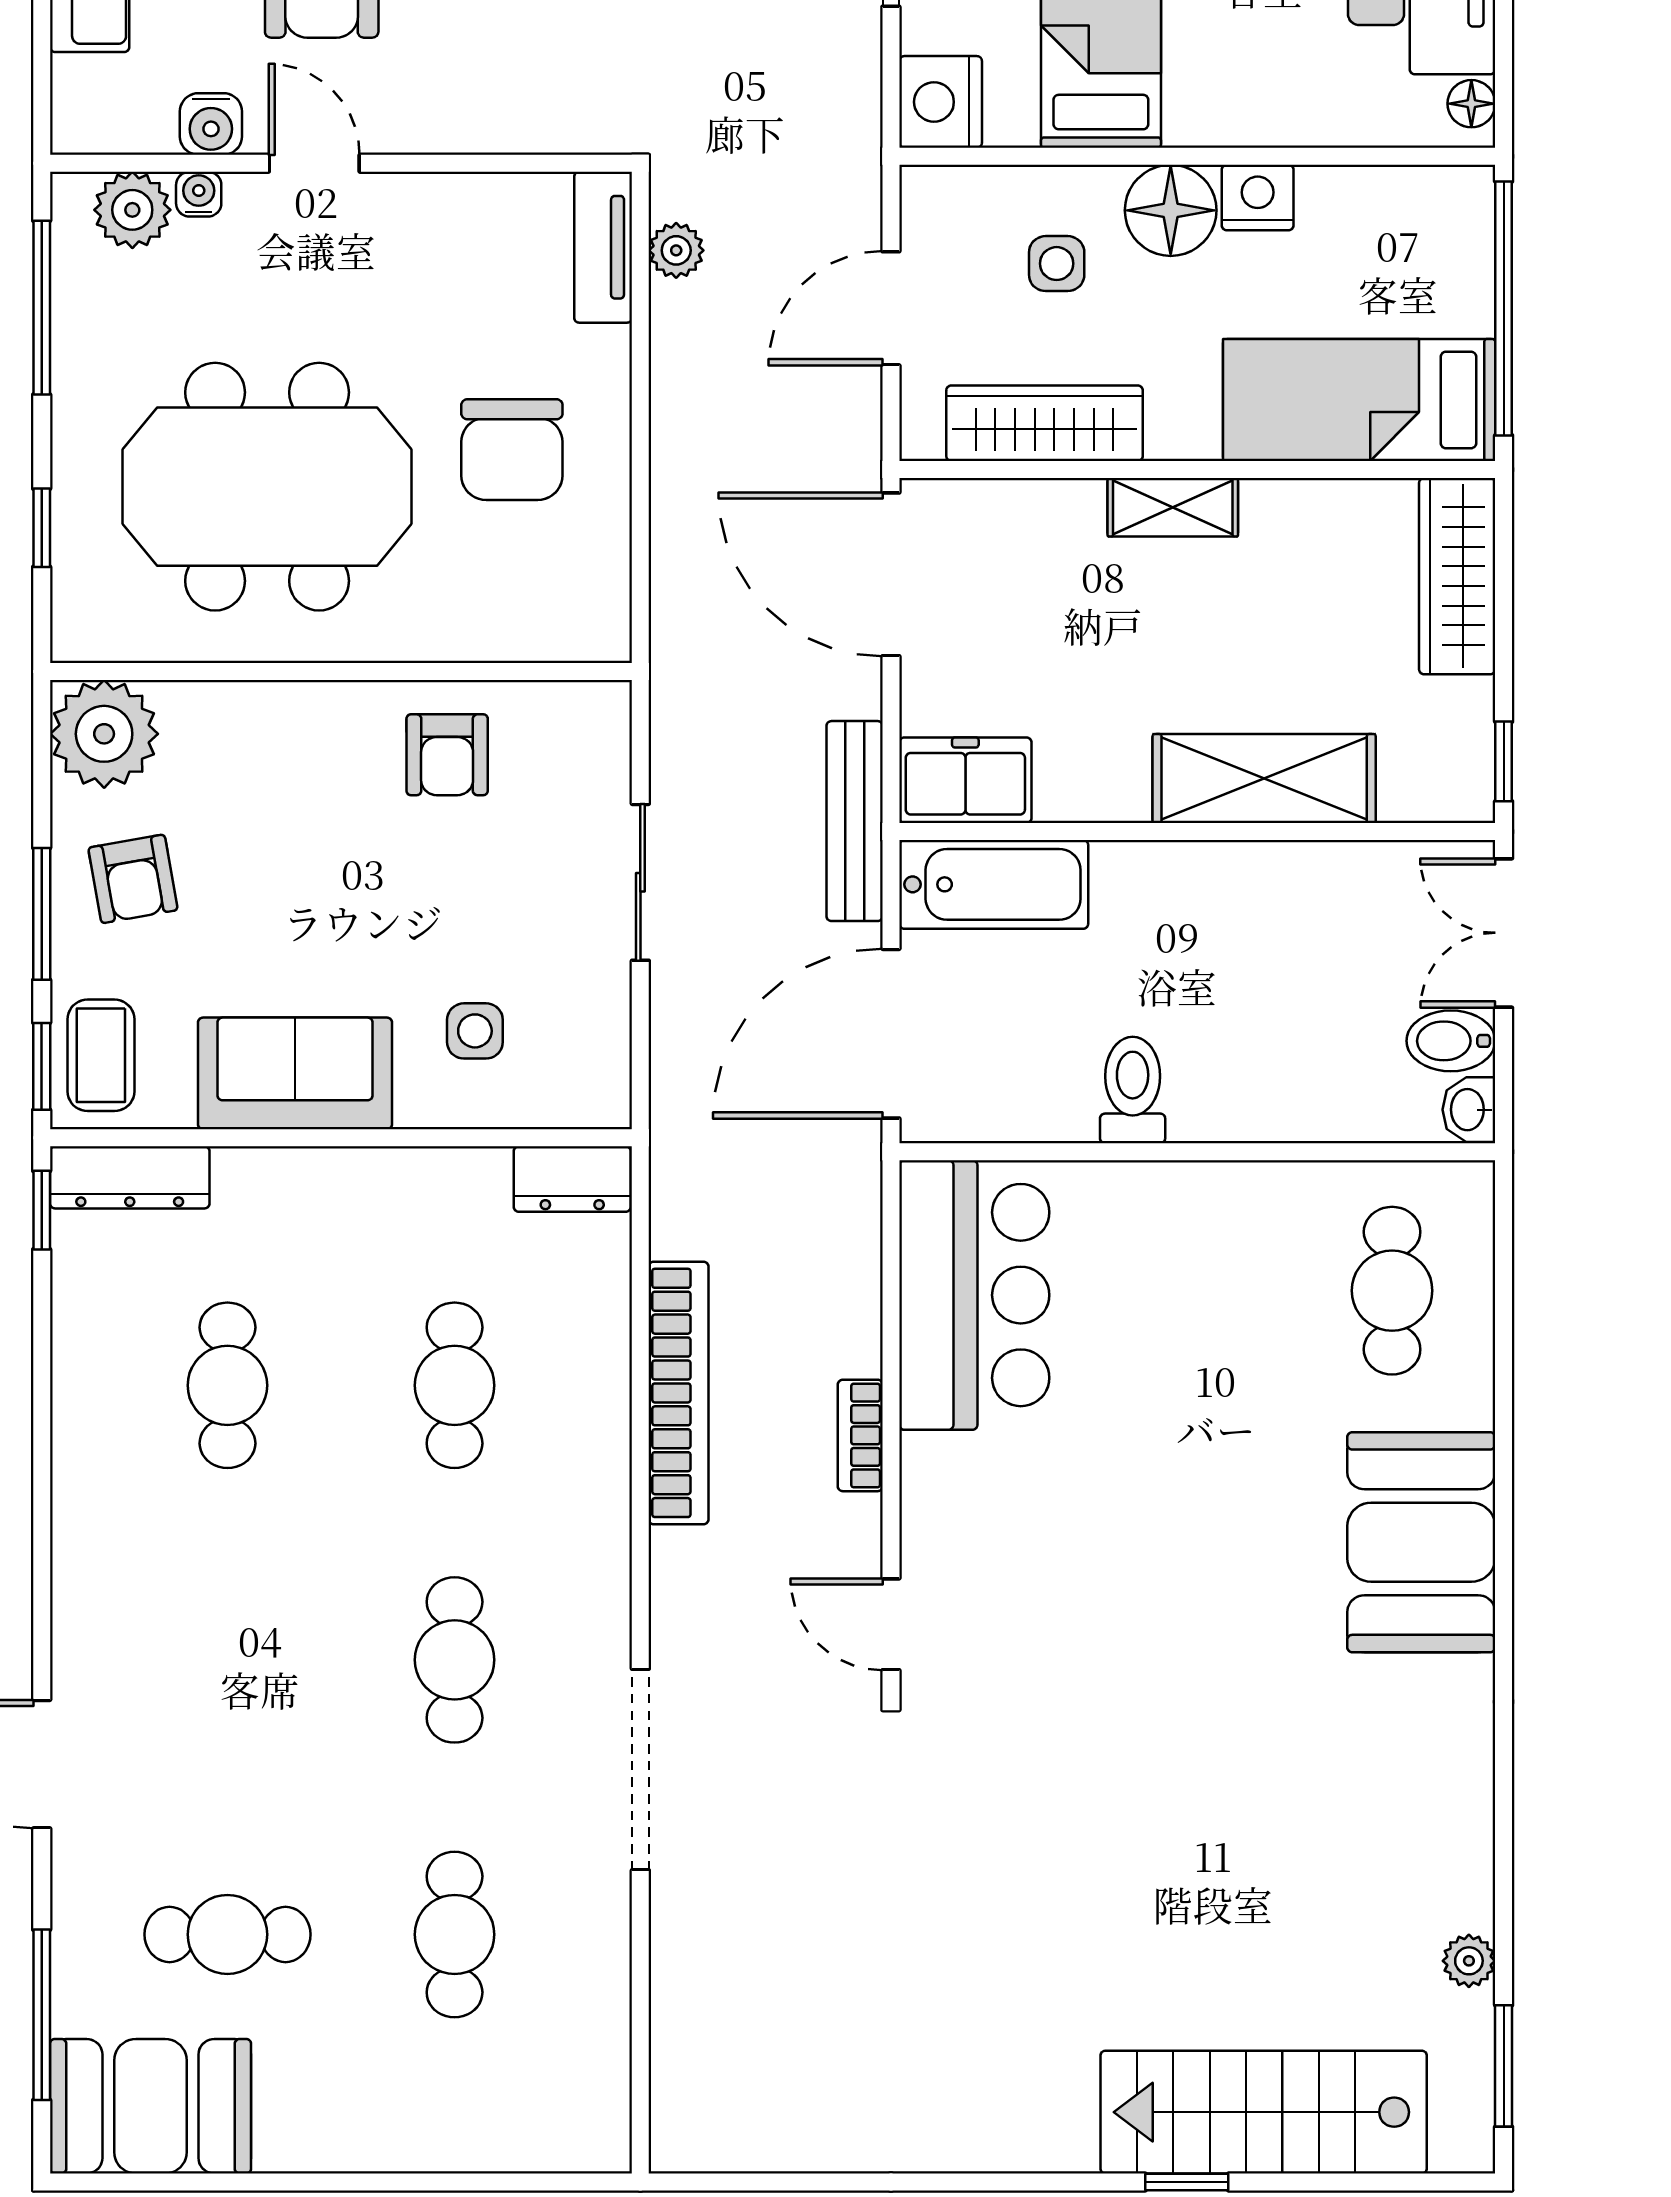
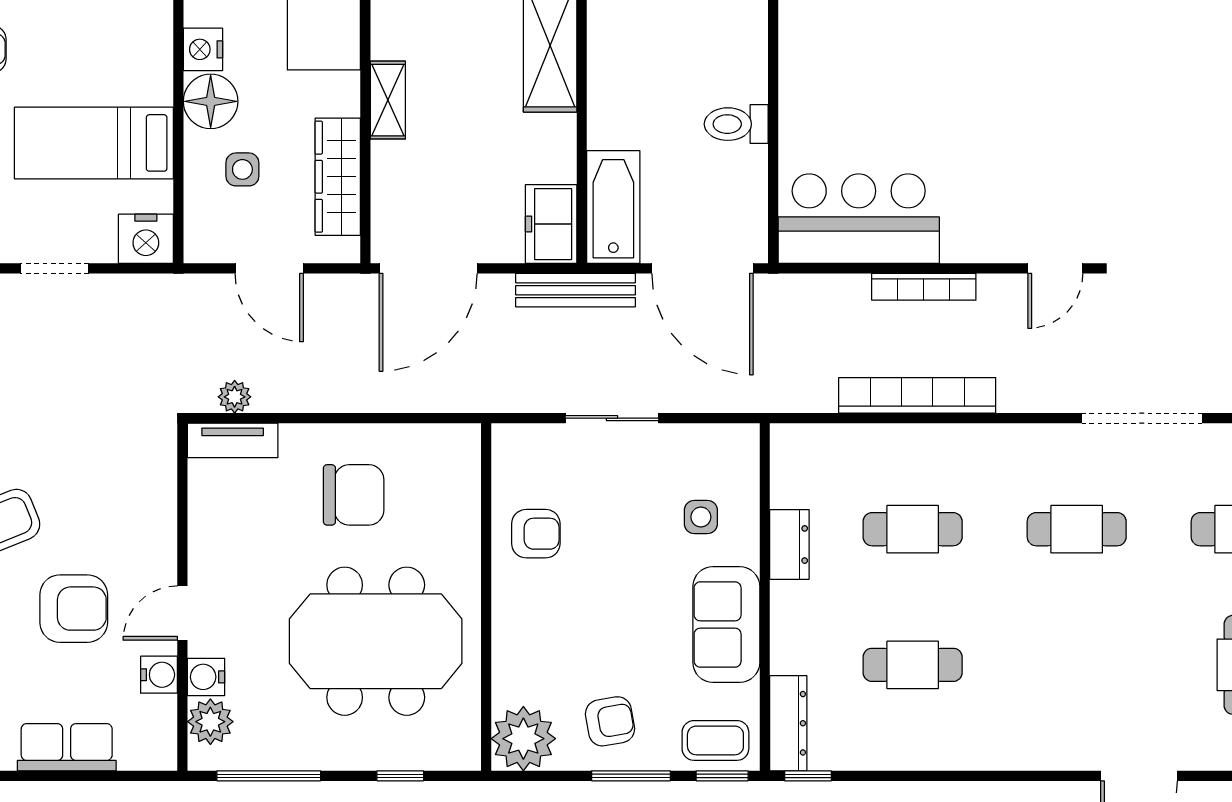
water cooler: (199, 194) -> (206, 677), width x1.38, depth x1.38
meeting table: (267, 487) -> (376, 641), turned 90
dresser: (572, 1179) -> (789, 544), moved
bookcase: (860, 1435) -> (924, 287), width x1.56

